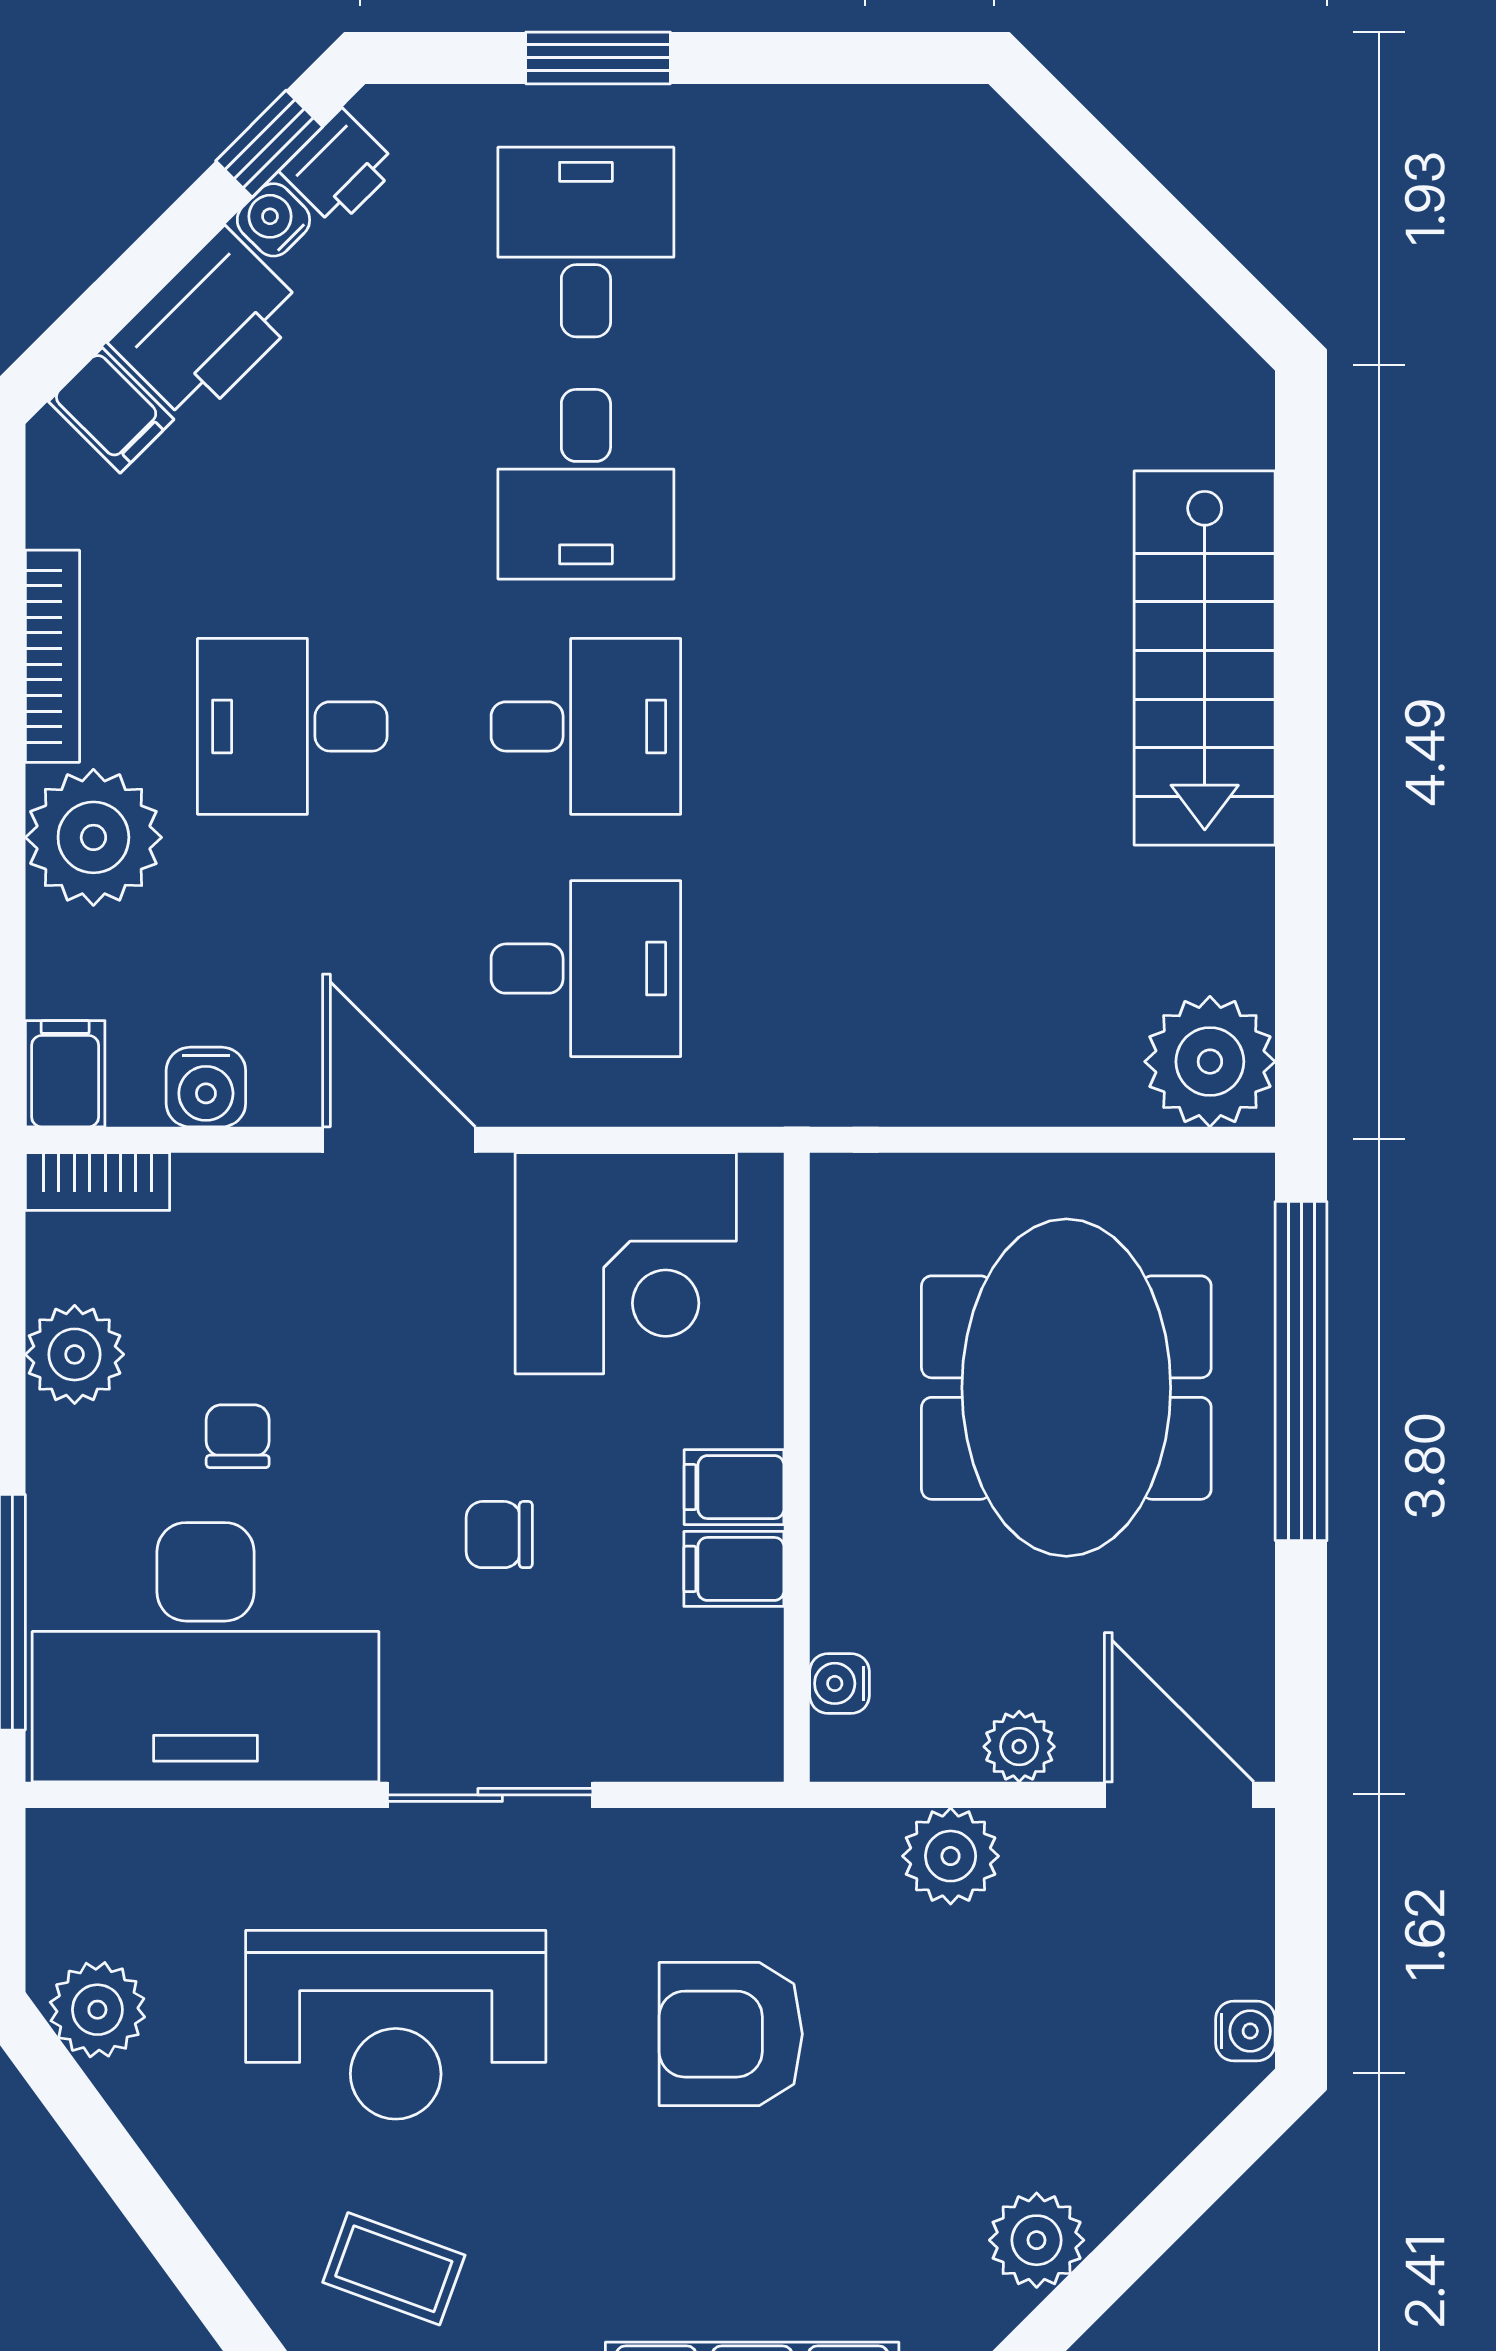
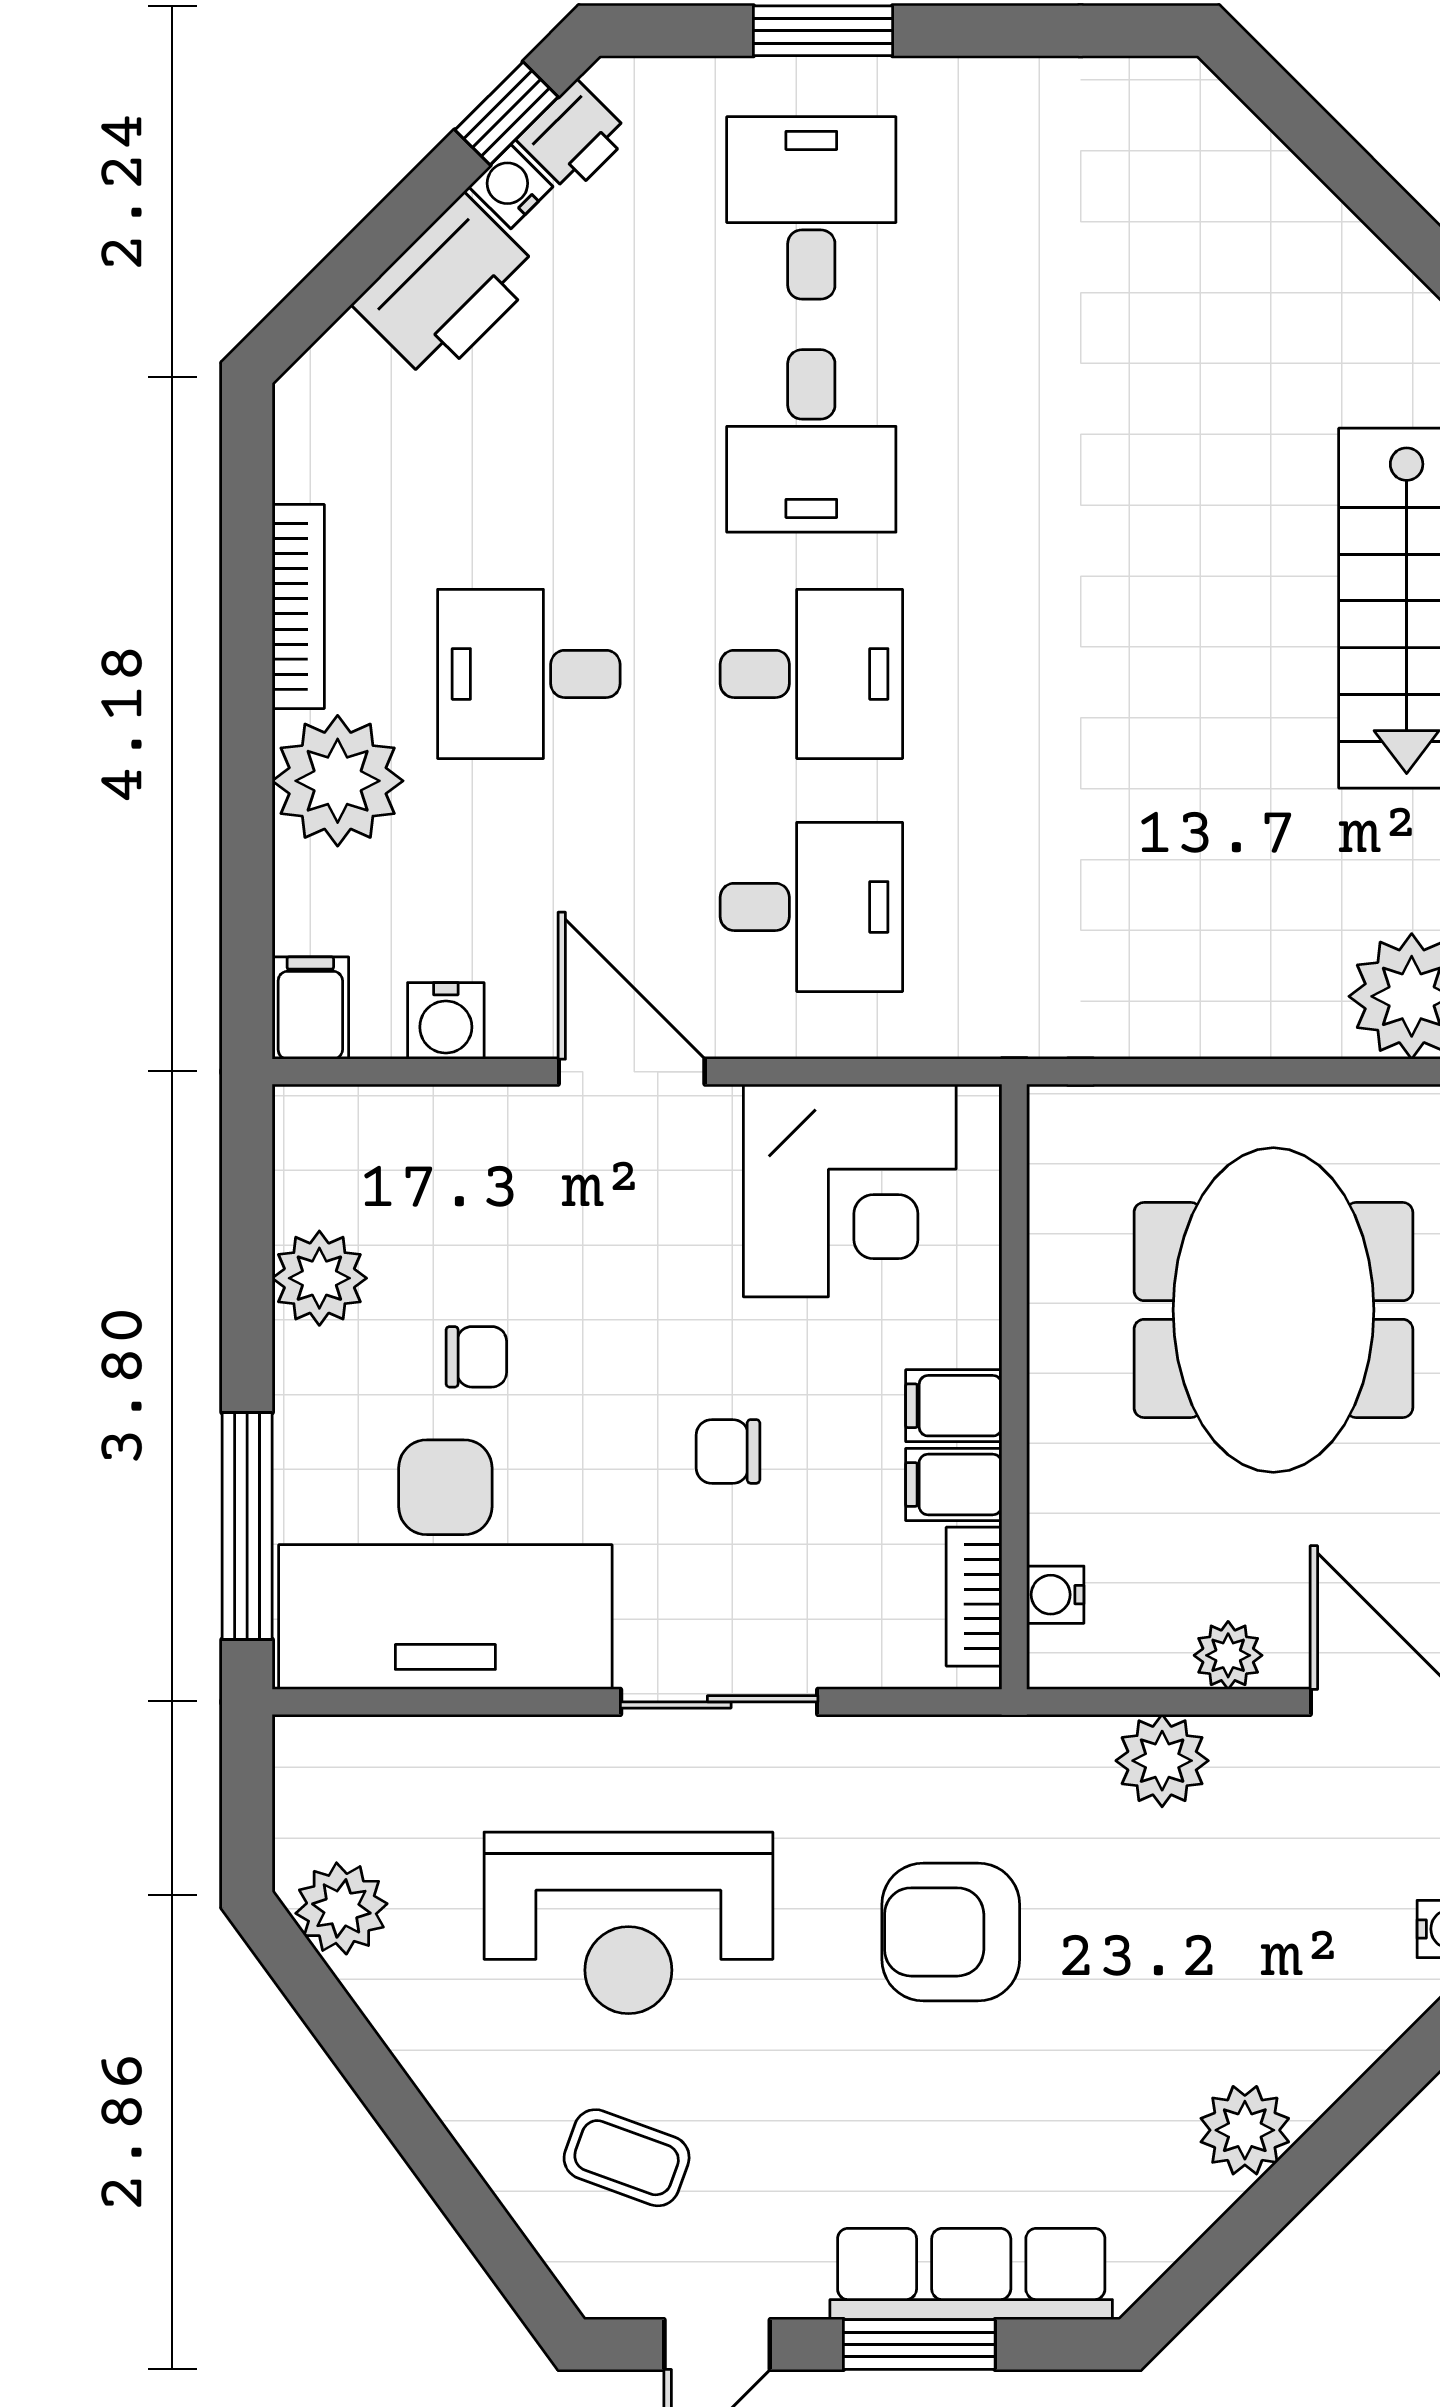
filing cabinet: (111, 410) -> (355, 370), removed
bookcase: (97, 1182) -> (974, 1597), moved, turned 90
chair: (238, 1436) -> (476, 1357), turned 90

